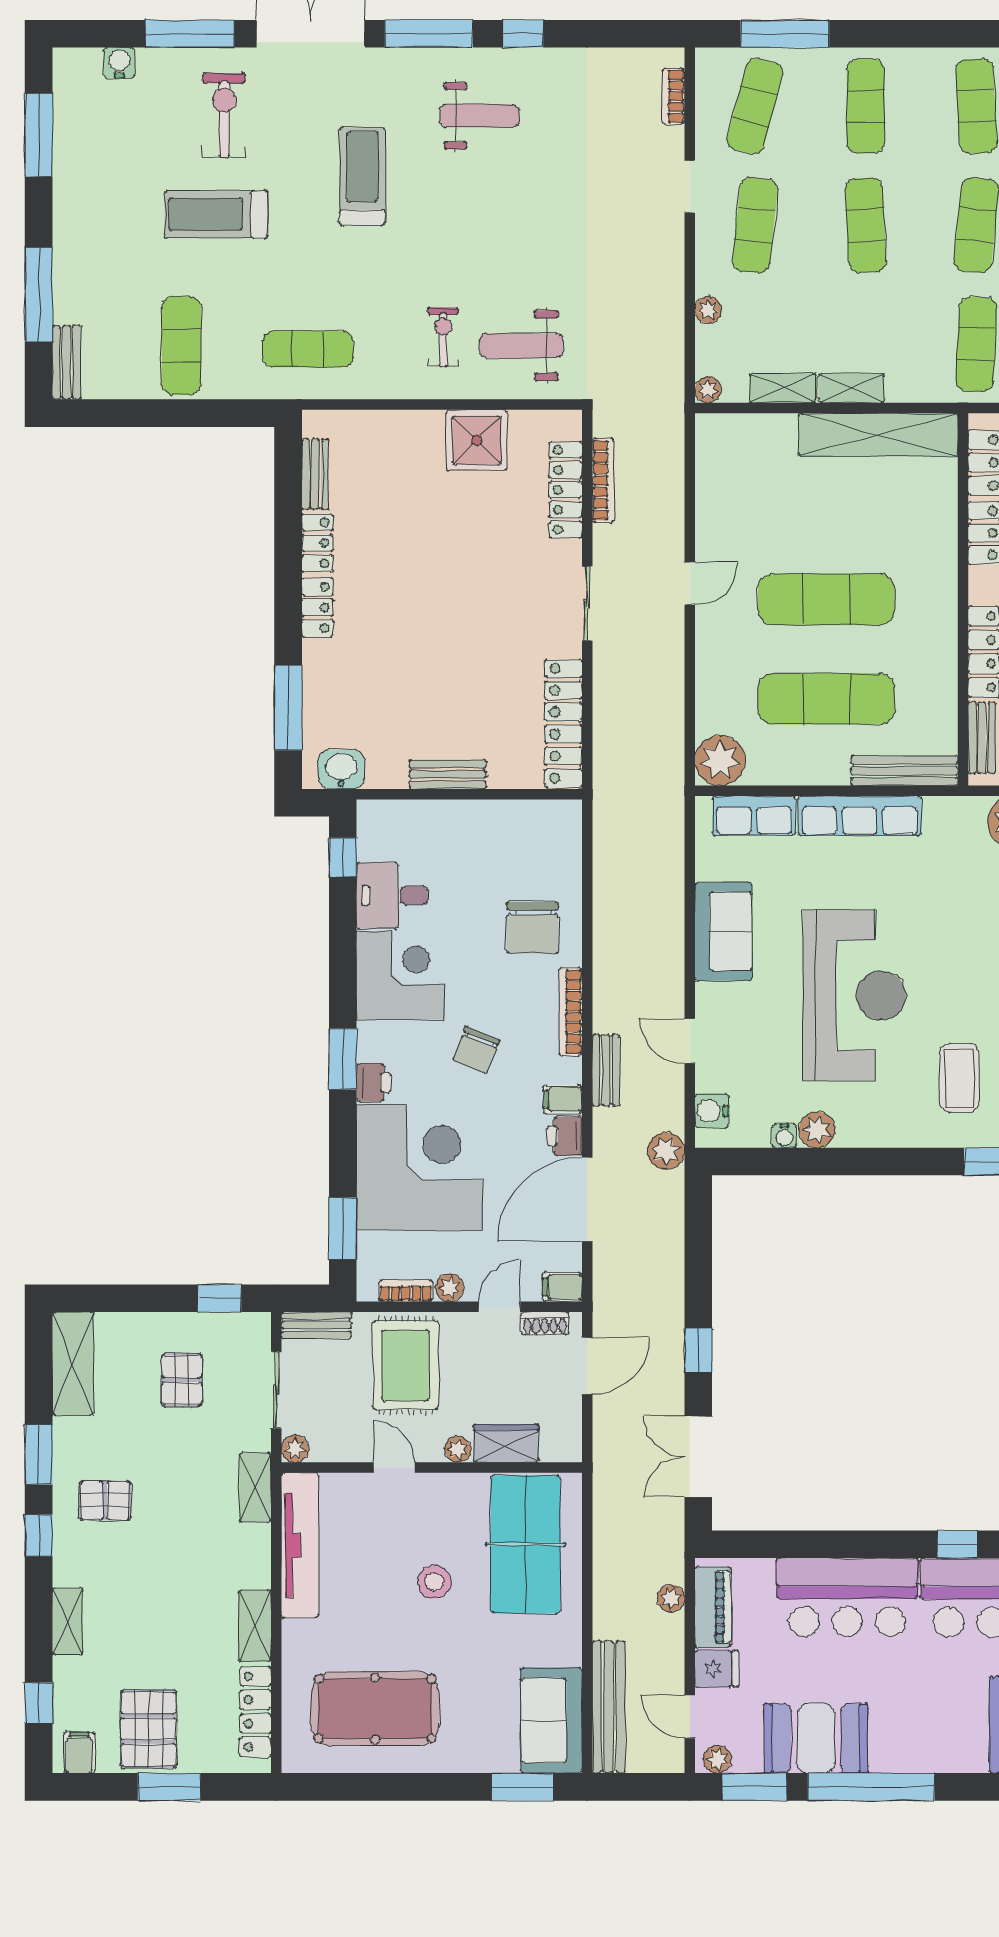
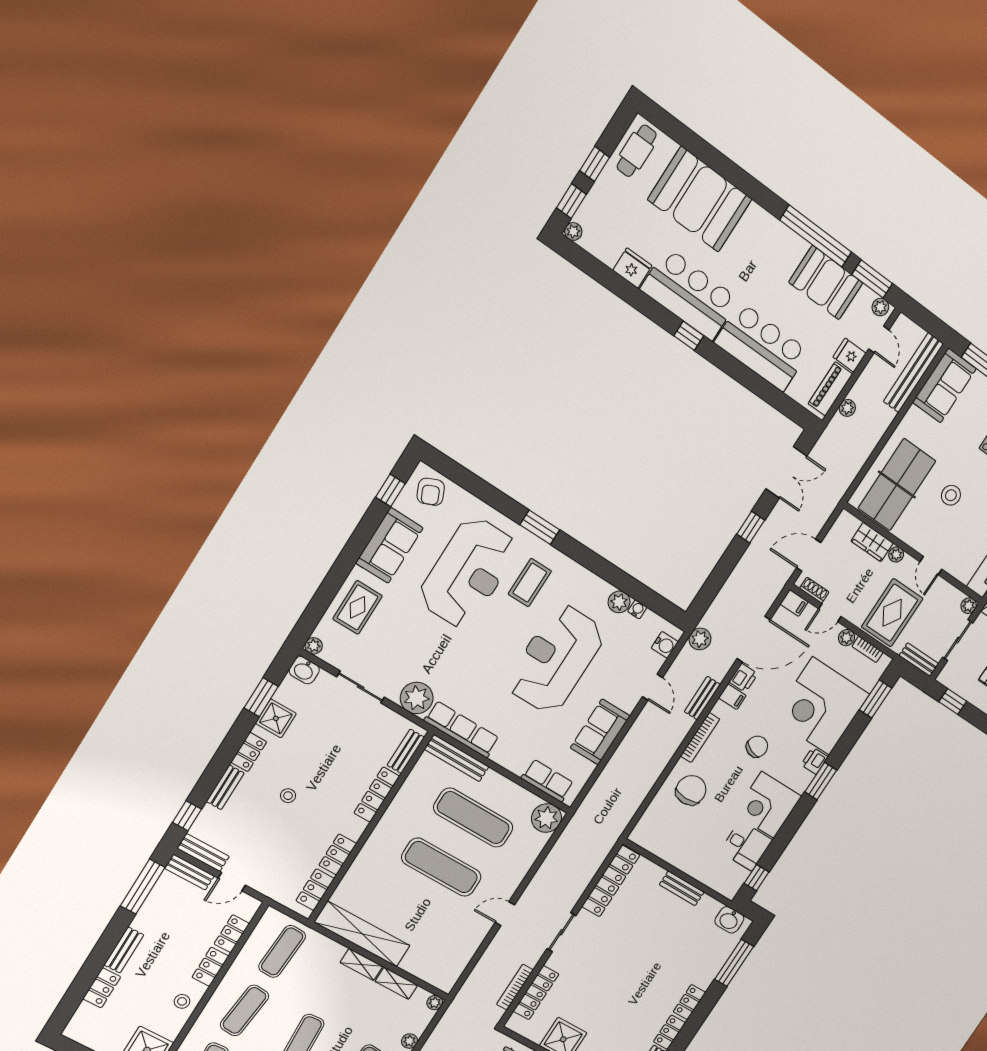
row of seats: (860, 816) -> (462, 729), moved

